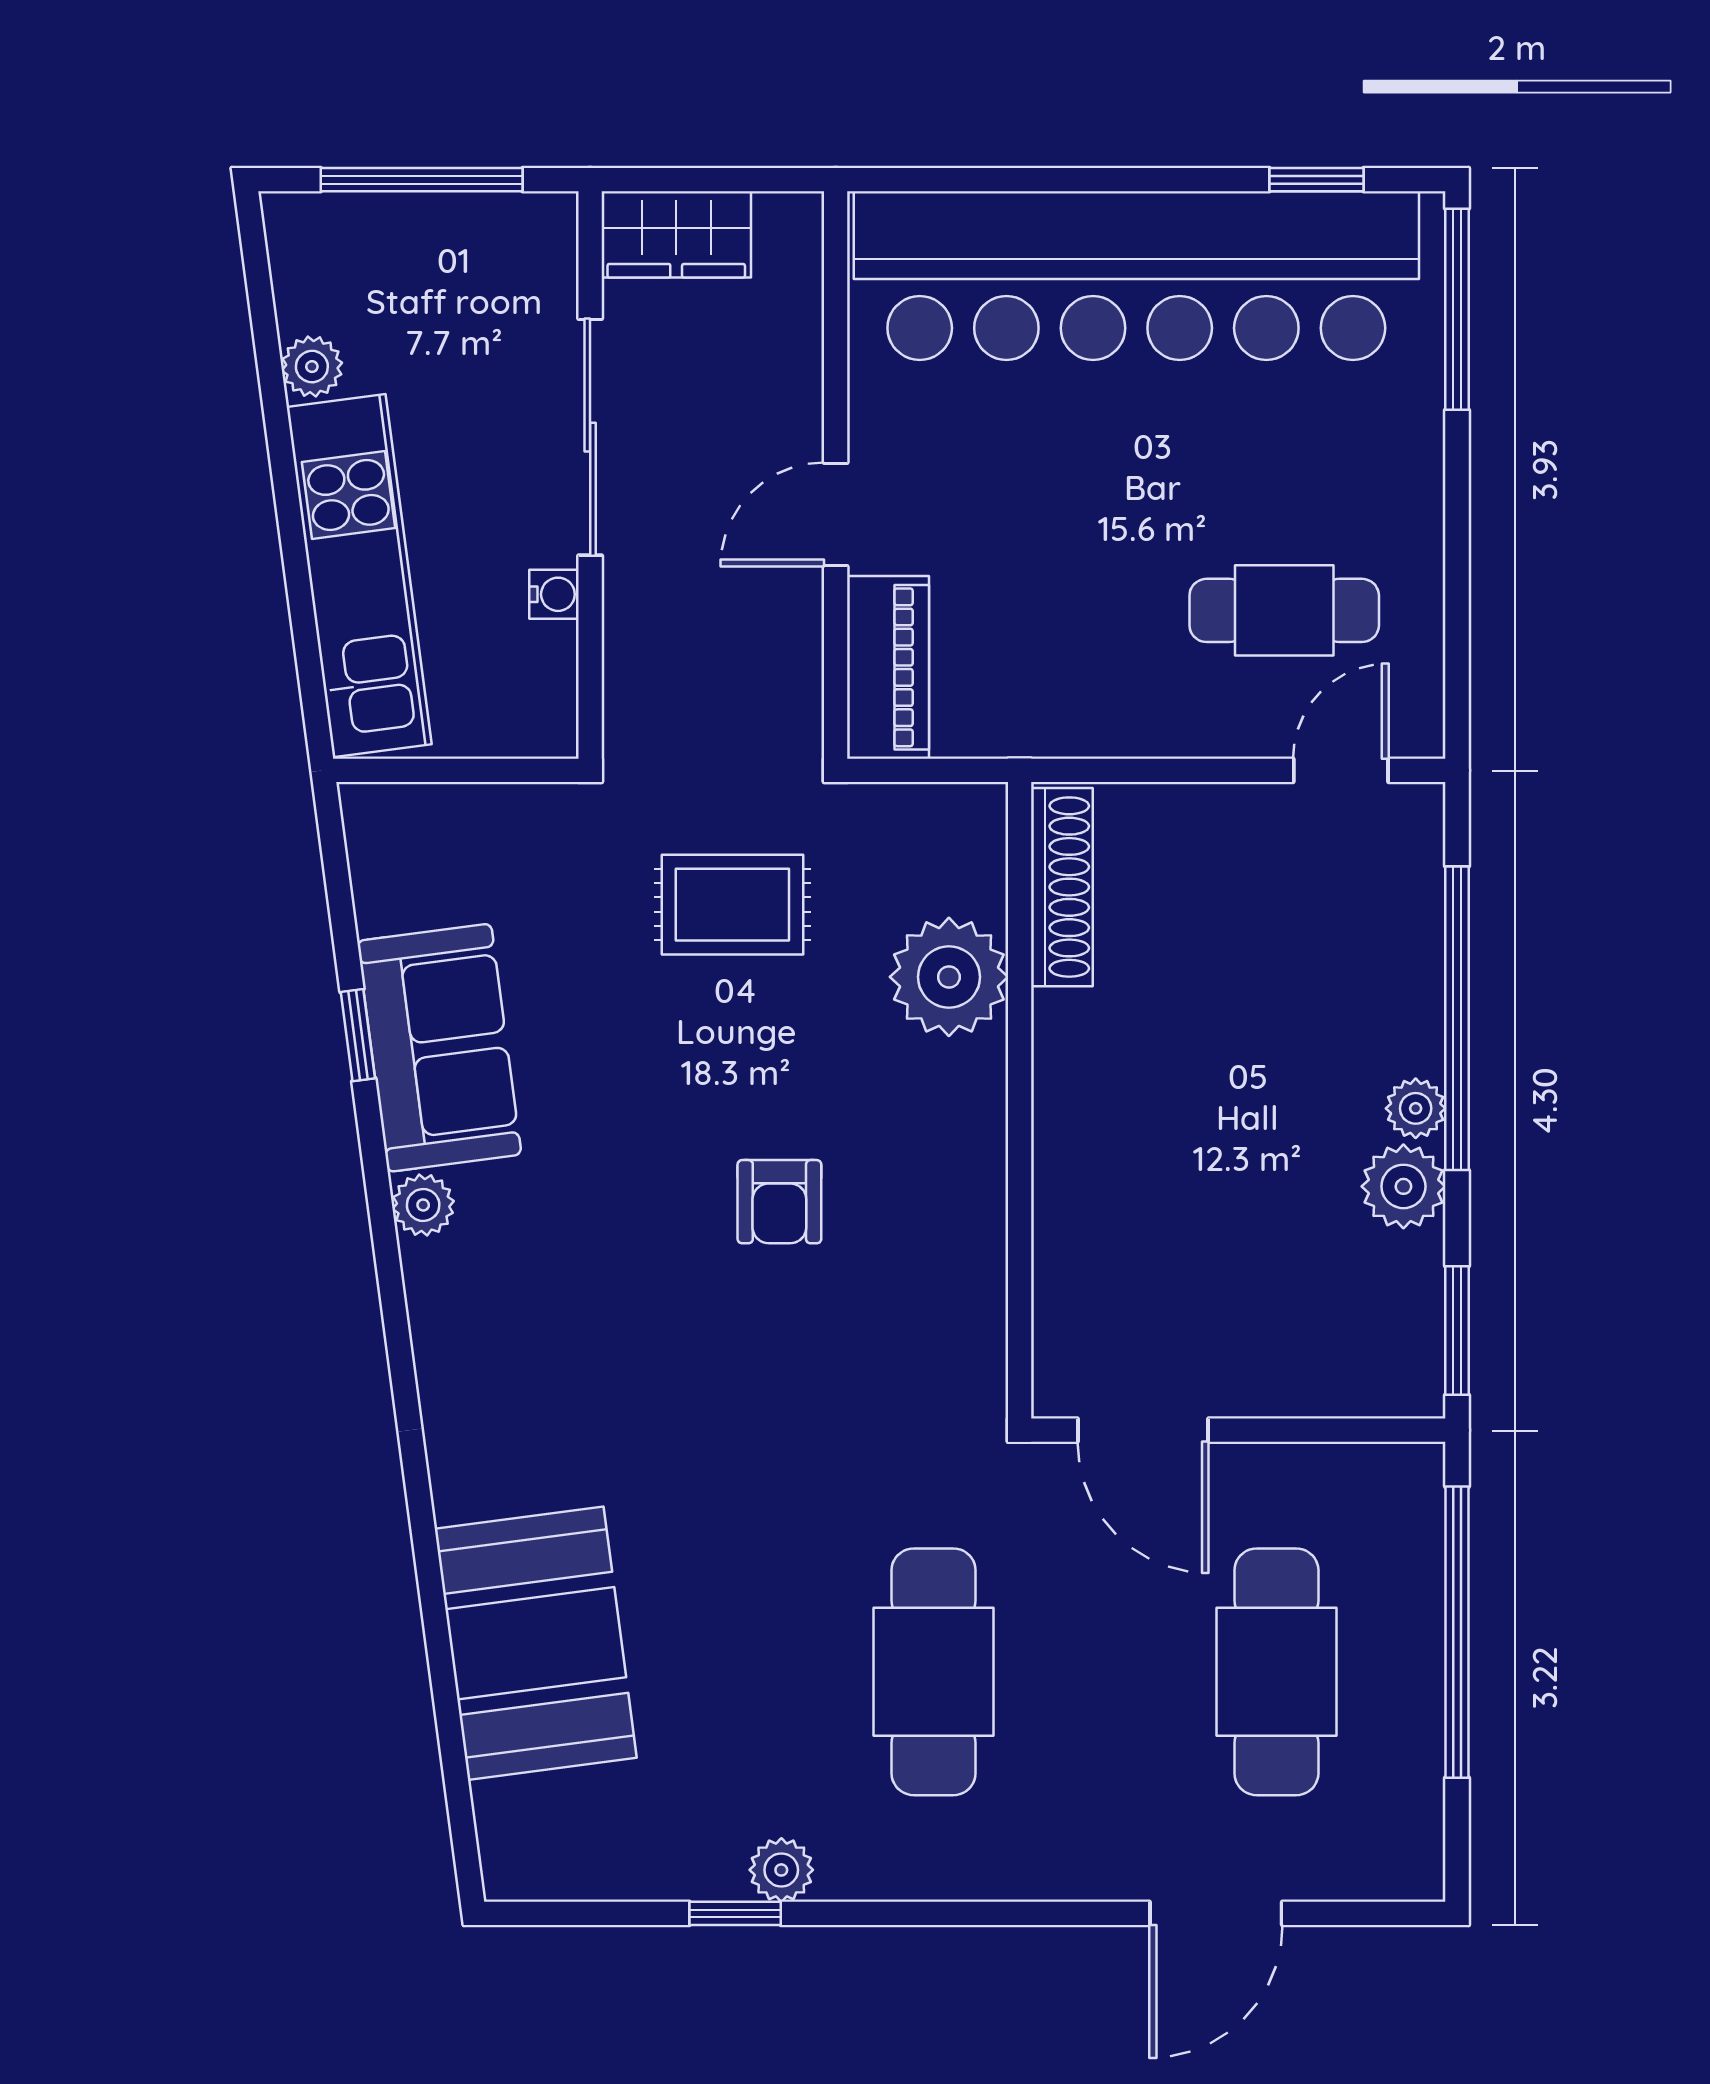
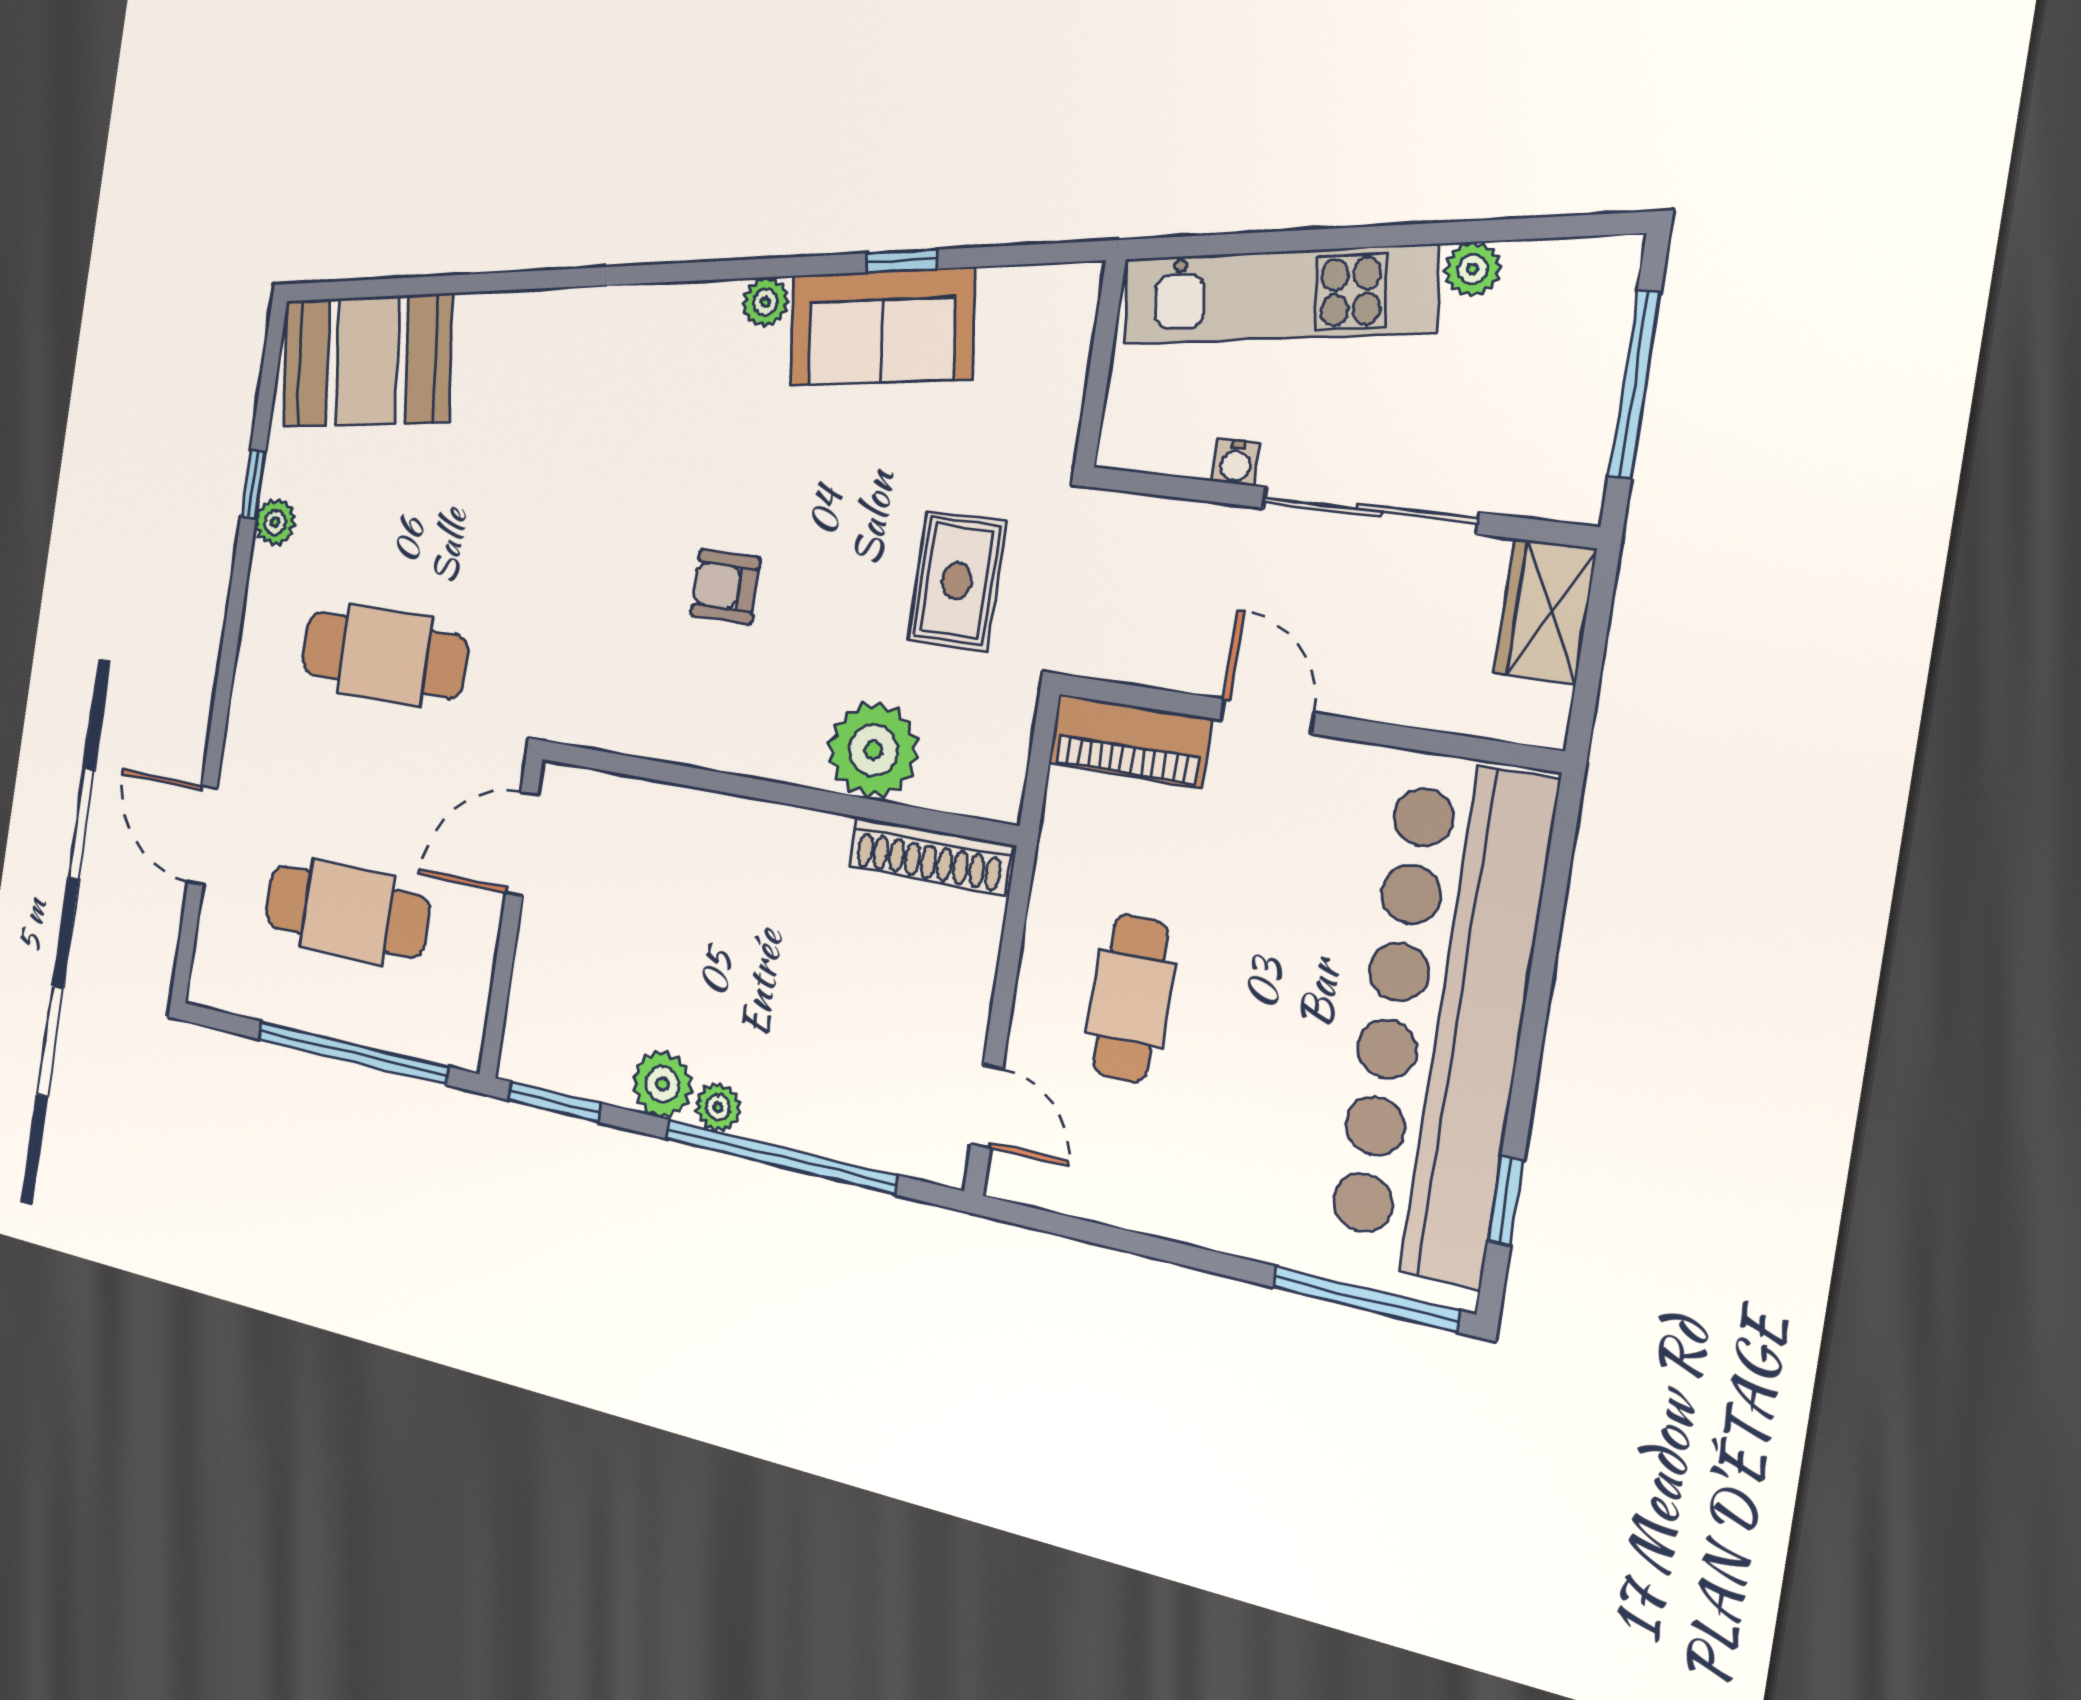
cafe table: (1284, 610) -> (1131, 998), moved
booth: (536, 1643) -> (367, 361), moved

